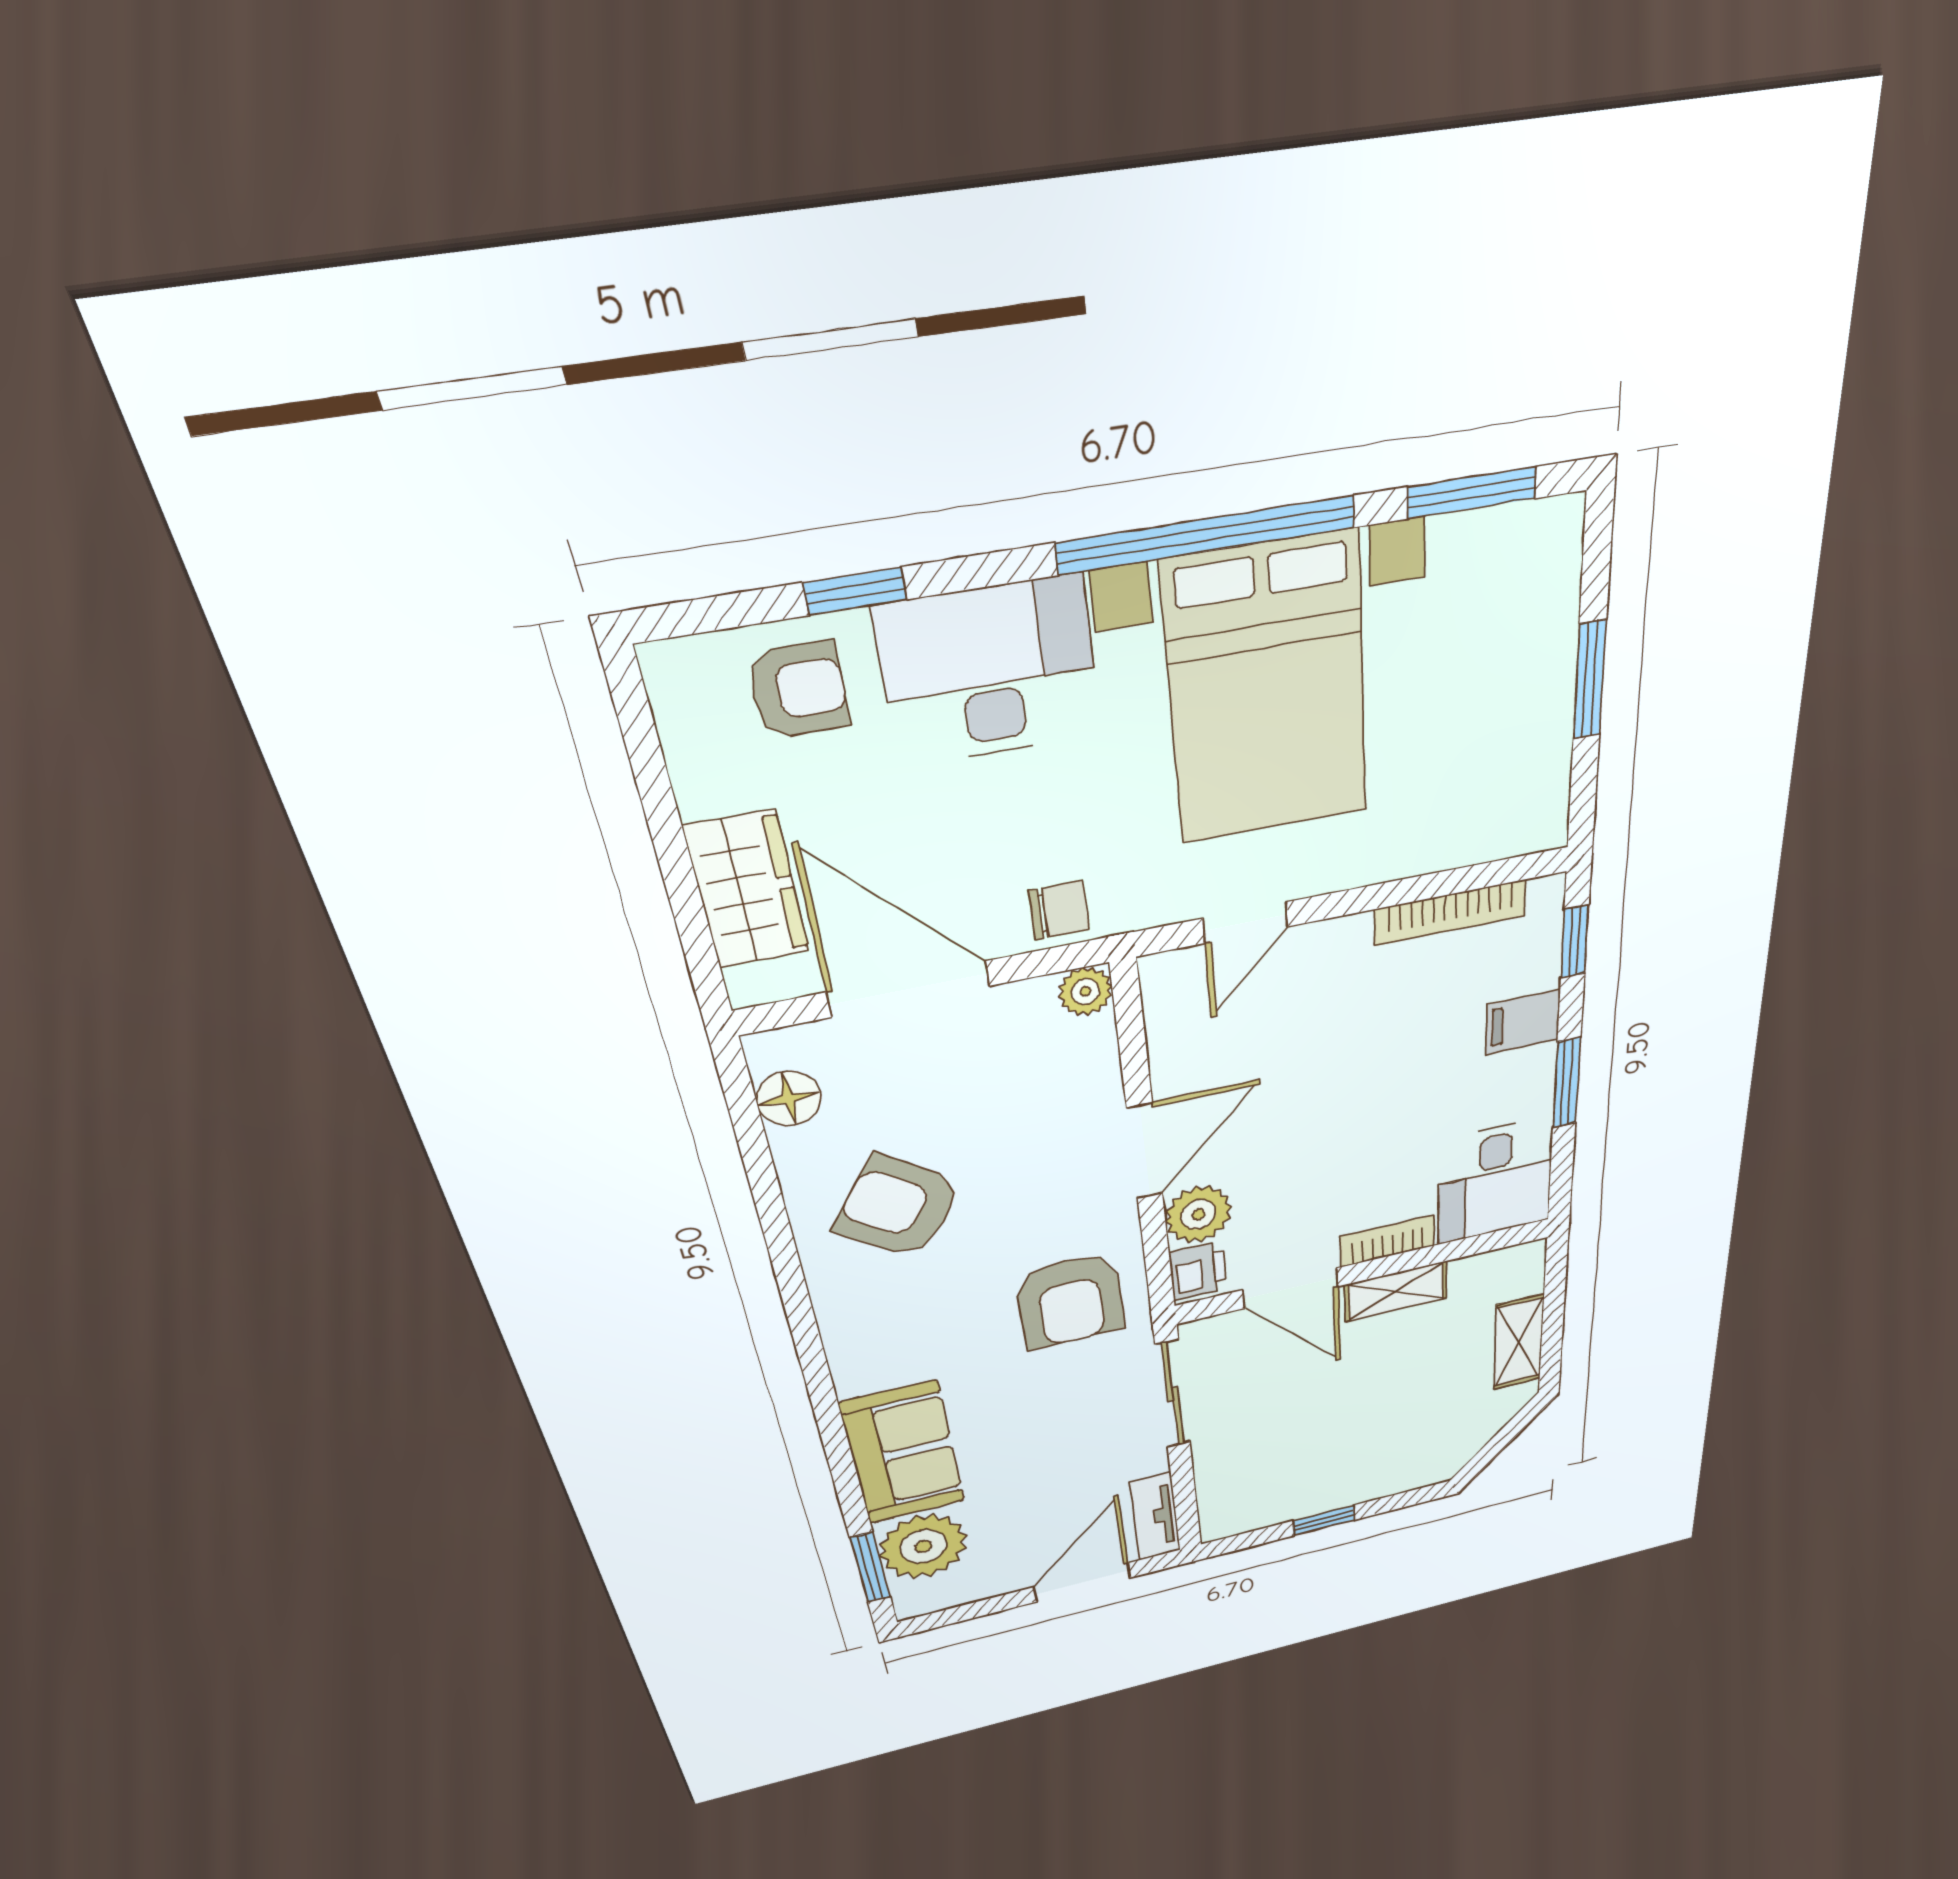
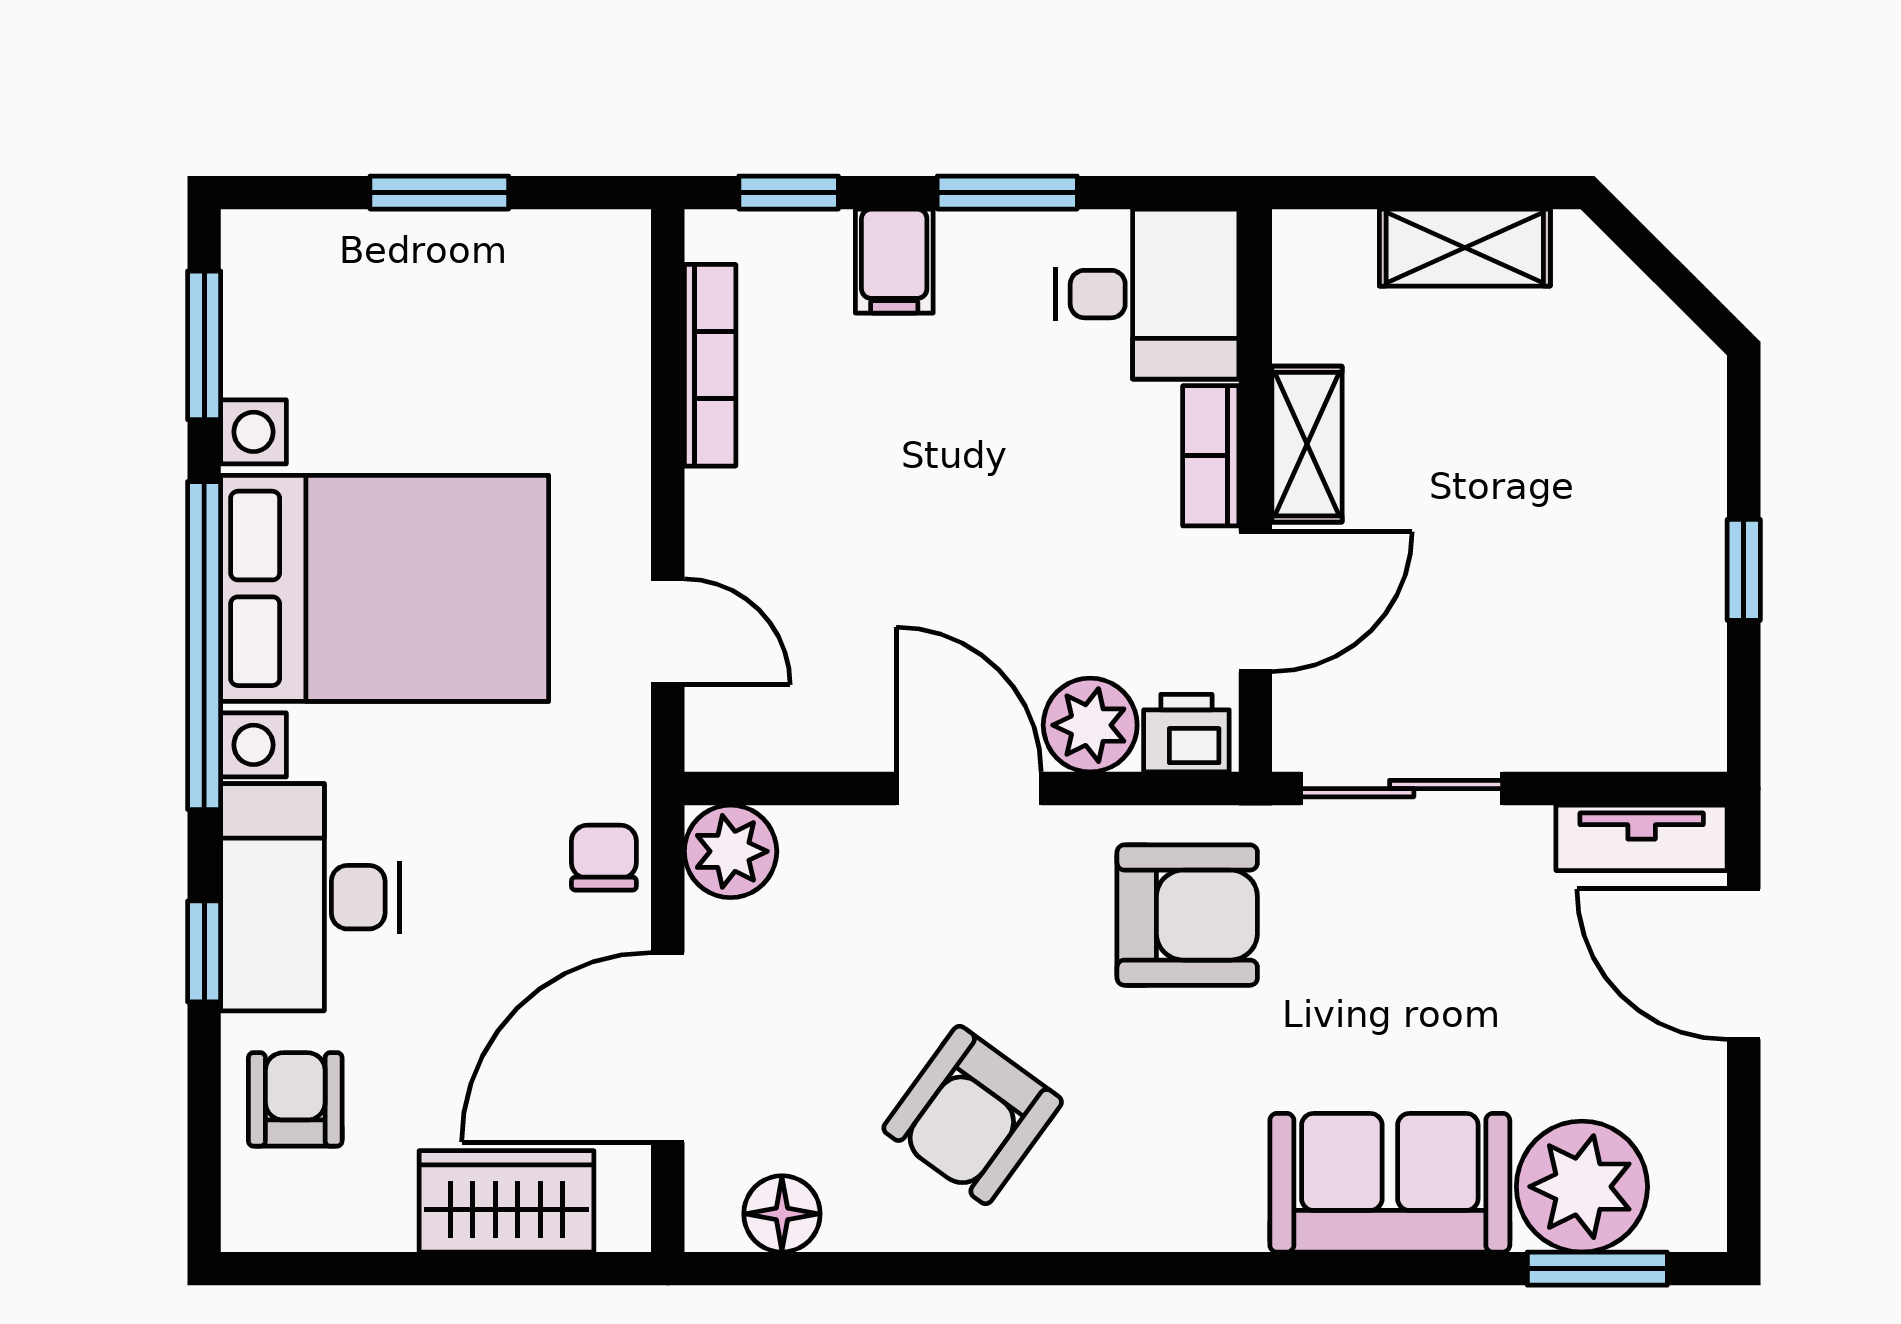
window: (855, 591) -> (204, 951), moved
plant: (1085, 991) -> (731, 851), width x1.38, depth x1.38

